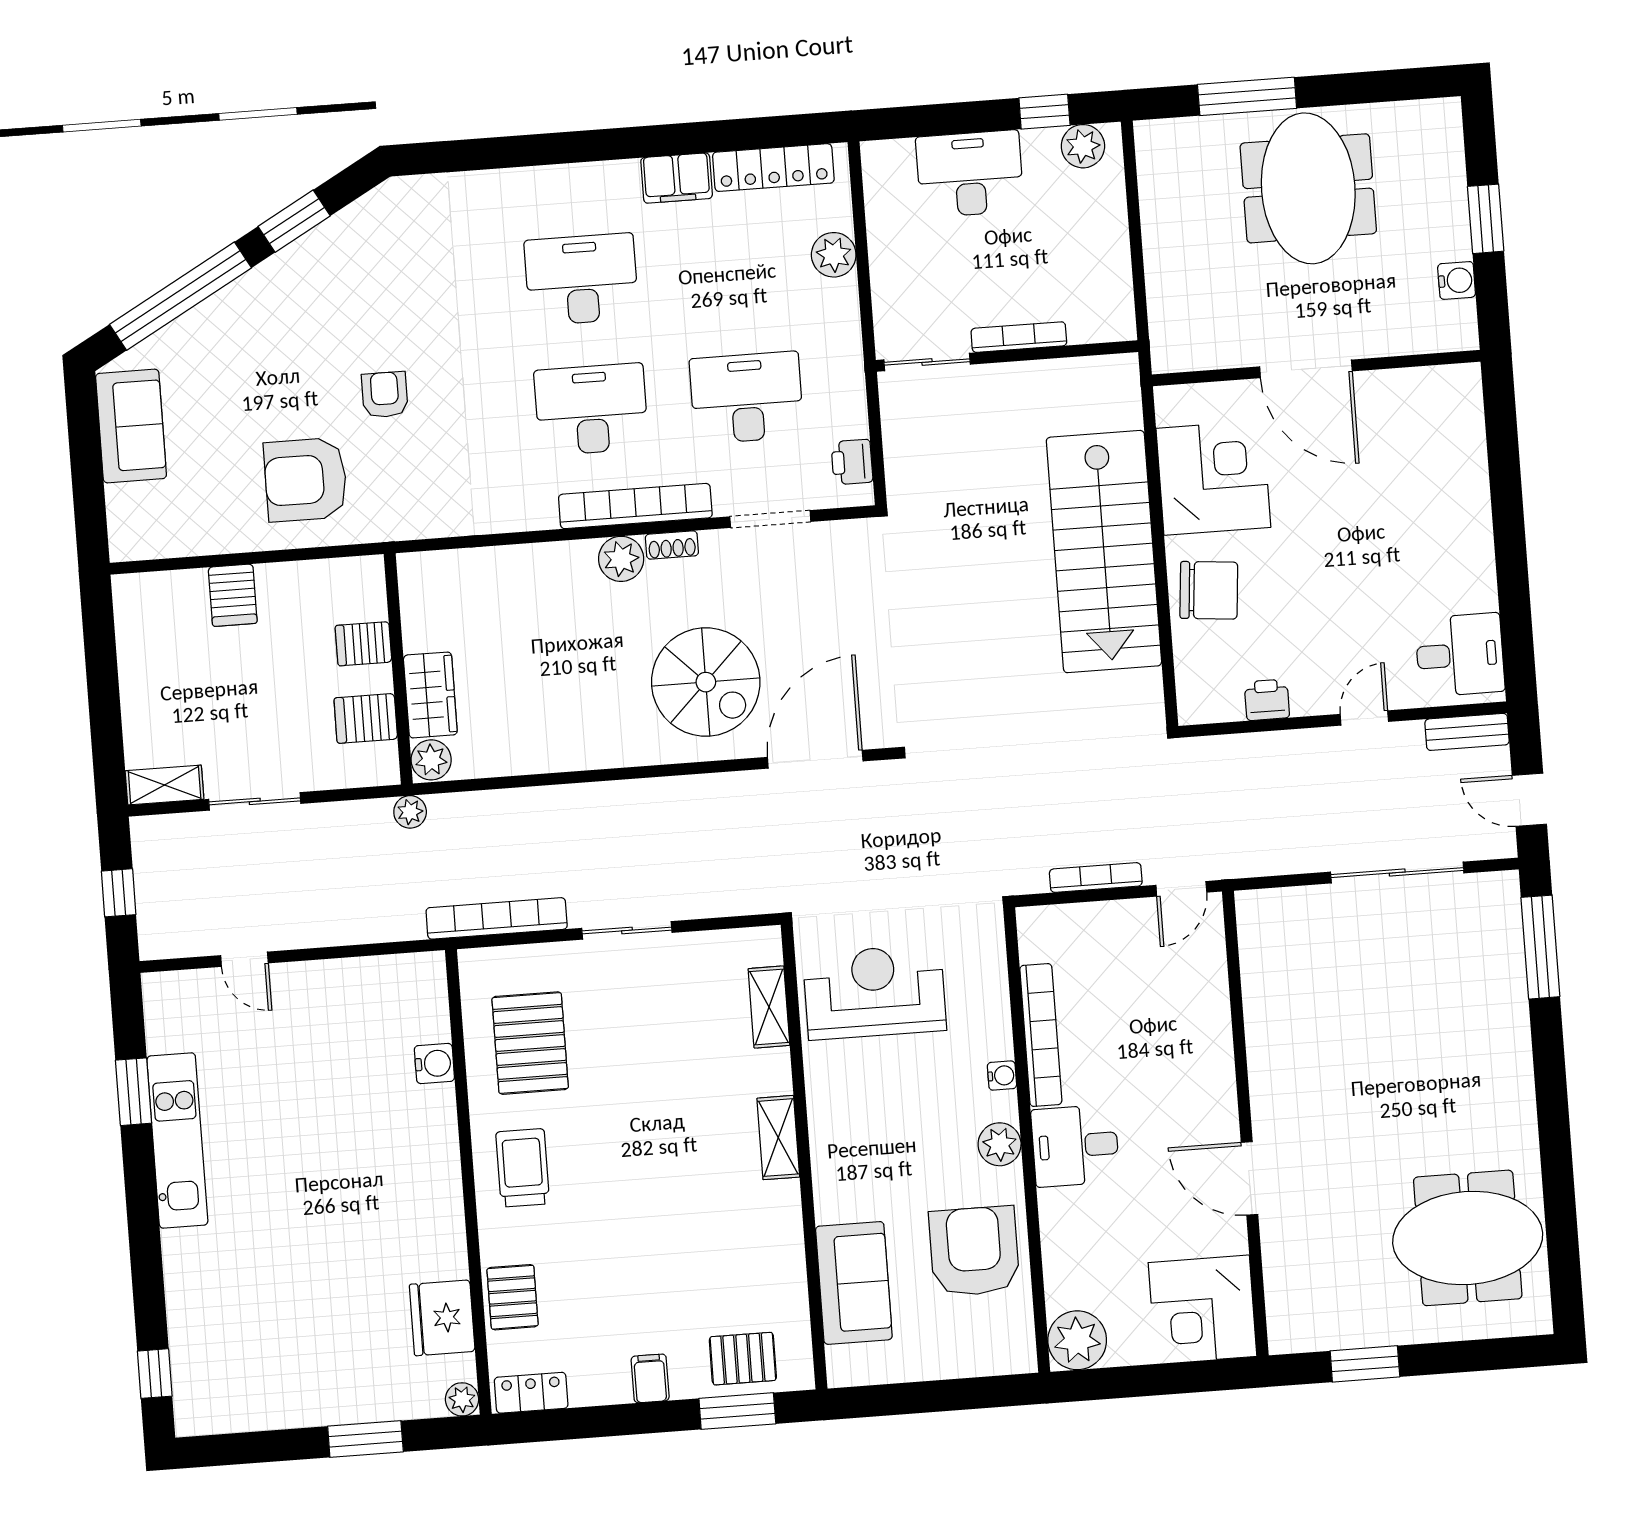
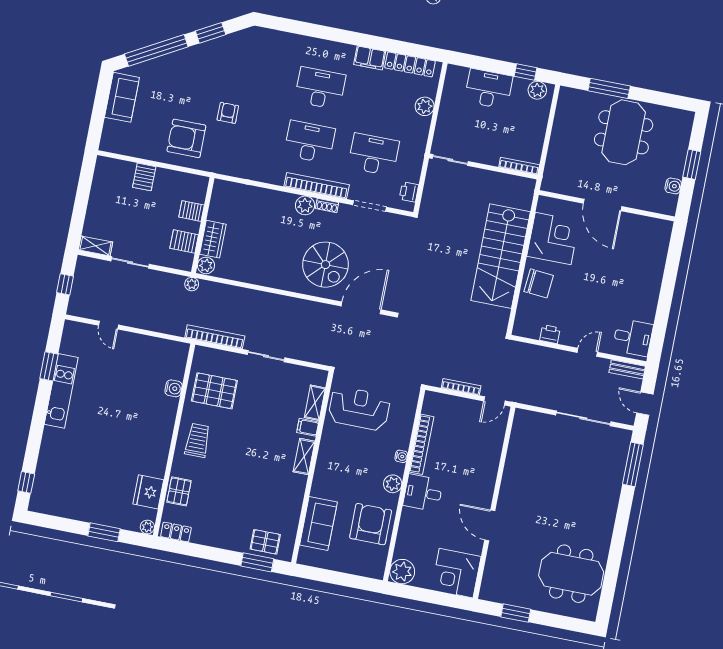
bookcase: (1019, 337) -> (519, 166), moved
pallet: (530, 1043) -> (214, 391), turned 90
filing cabinet: (650, 1378) -> (308, 427), moved, turned -90

